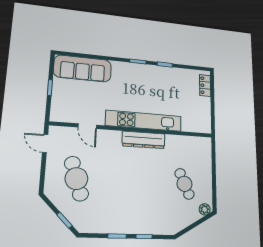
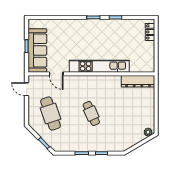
sofa: (83, 68) -> (37, 50), moved, turned -90
dresser: (144, 140) -> (138, 81), moved
cafe table: (184, 184) -> (91, 113), moved

